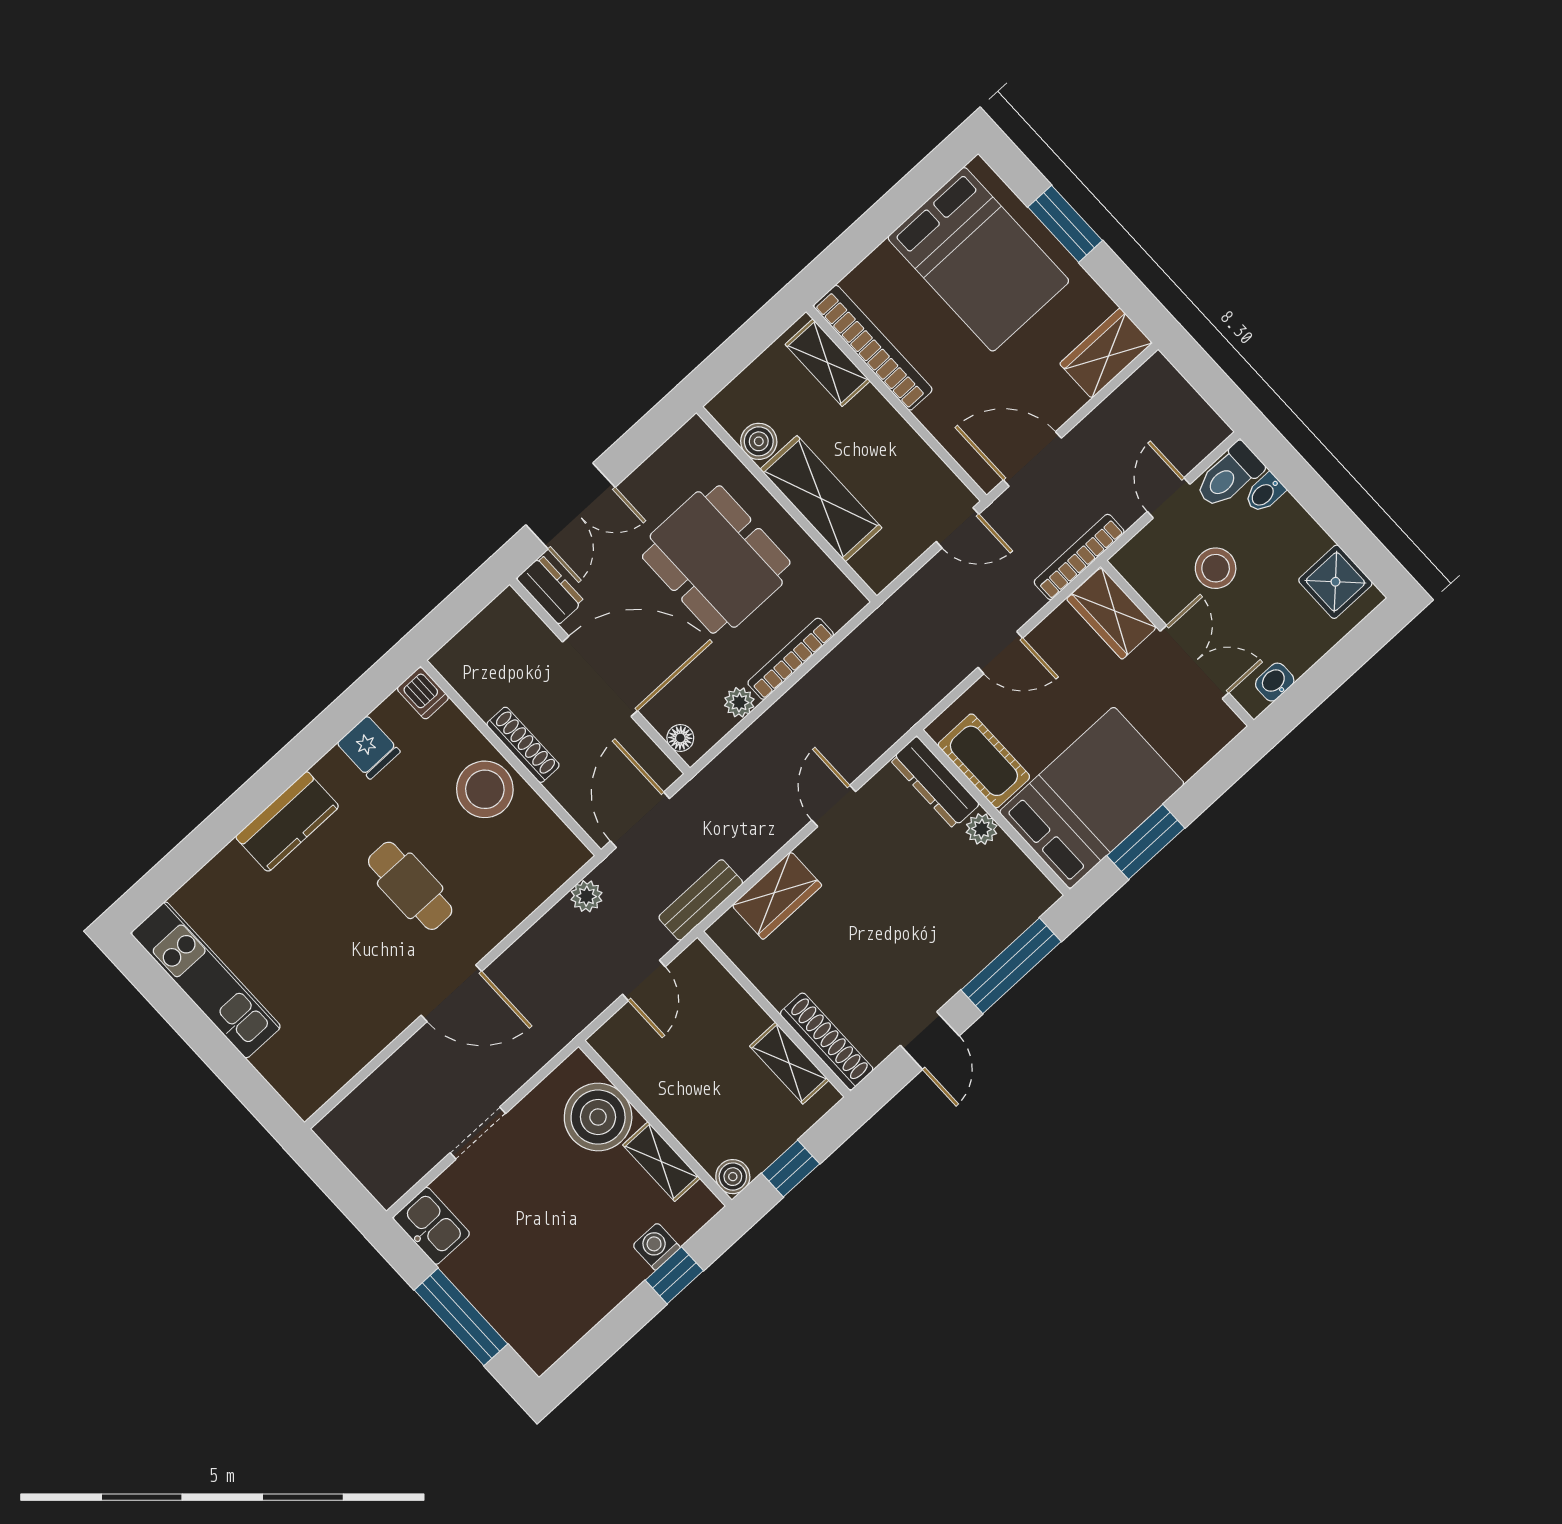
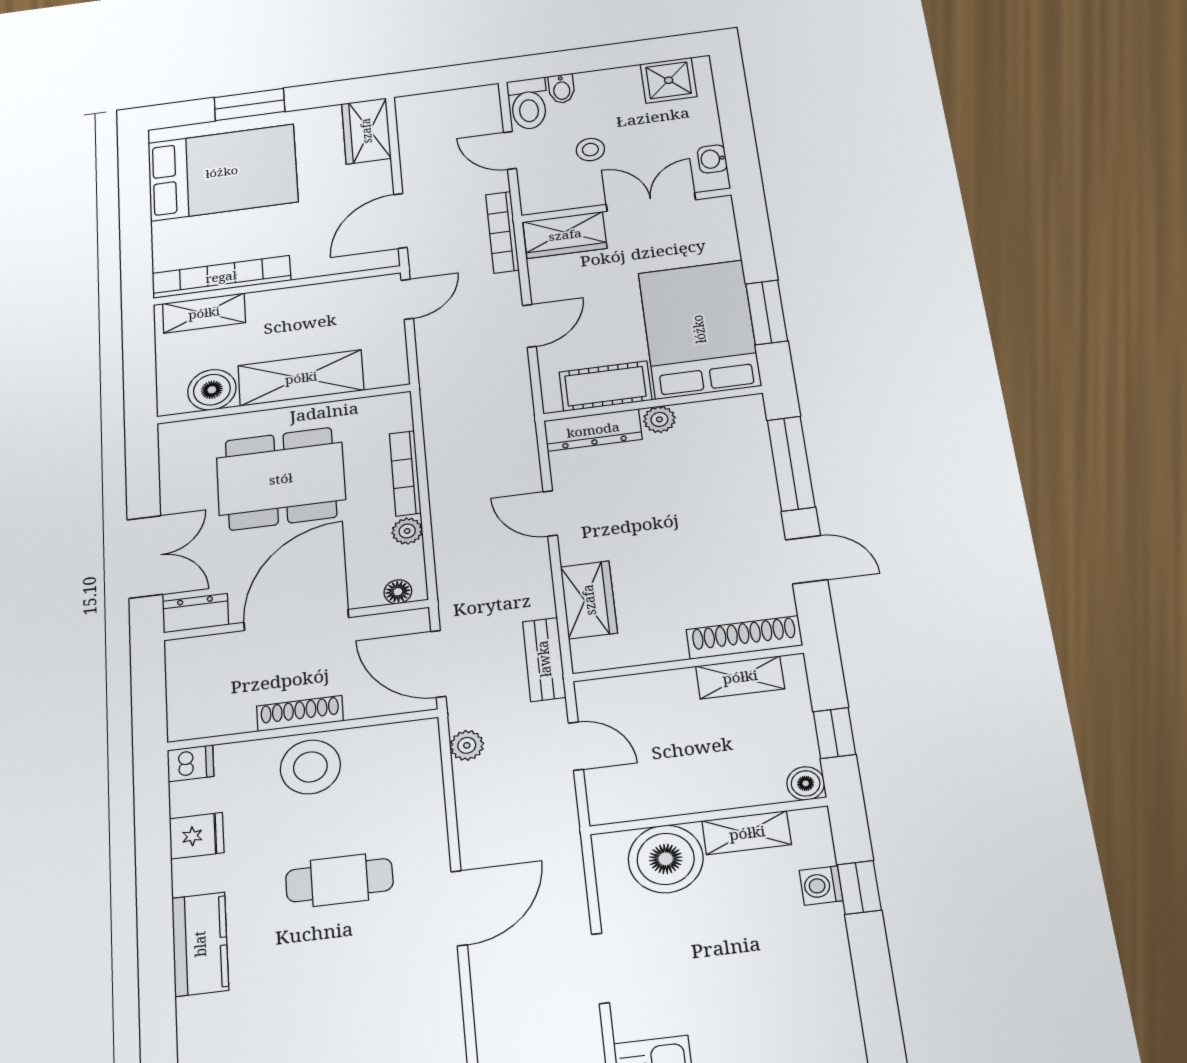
boiler: (759, 441) -> (212, 390), width x1.36, depth x1.36
stool: (1216, 568) -> (590, 150), width x0.73, depth x0.73

